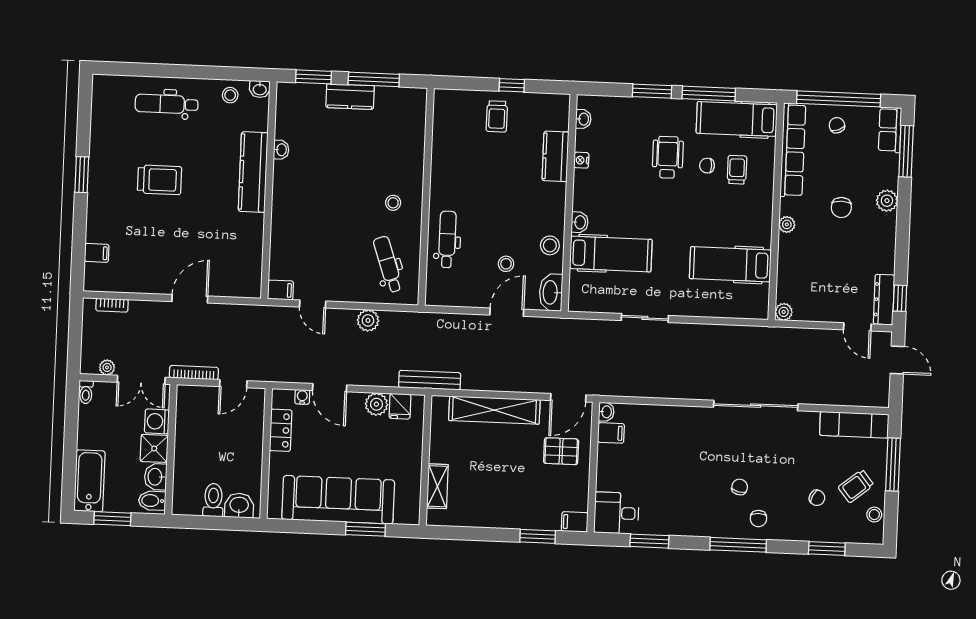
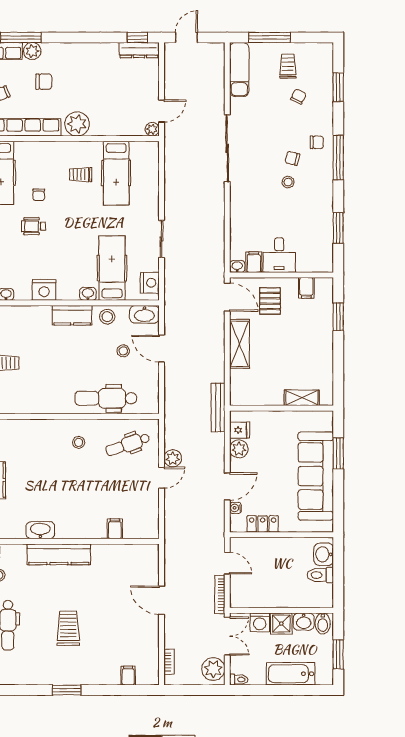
washbasin: (281, 150) -> (40, 530), width x1.91, depth x1.45
kitchen counter: (555, 156) -> (72, 315), moved
wheelchair: (668, 157) -> (33, 226), width x0.73, depth x0.73
nightstand: (581, 160) -> (44, 290), width x1.89, depth x1.79
trolley: (737, 170) -> (80, 175), moved
plant: (887, 201) -> (32, 51), moved
chair: (841, 207) -> (44, 82), moved
plant: (787, 224) -> (77, 124), width x1.88, depth x1.88
dental chair: (447, 239) -> (106, 398), width x1.36, depth x1.38
filing cabinet: (280, 290) -> (115, 529), moved
nightstand: (590, 301) -> (150, 283), added
door: (313, 304) -> (162, 478), moved
door: (857, 327) -> (162, 111), moved
plant: (107, 367) -> (213, 669), width x1.88, depth x1.88
shelving: (494, 410) -> (240, 344), width x0.68
bathtub: (89, 481) -> (291, 674), moved
trolley: (856, 486) -> (288, 66), turned -141
desk: (616, 513) -> (279, 255), moved
stool: (874, 515) -> (288, 182), moved
filing cabinet: (575, 522) -> (306, 288), moved

